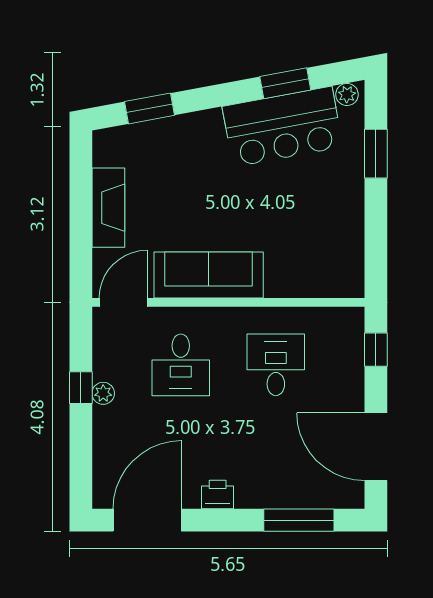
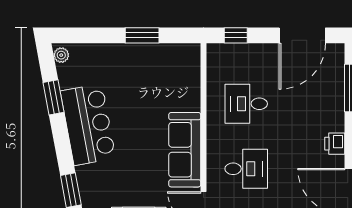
bar counter: (283, 127) -> (88, 125), moved
window: (376, 154) -> (142, 35), moved

